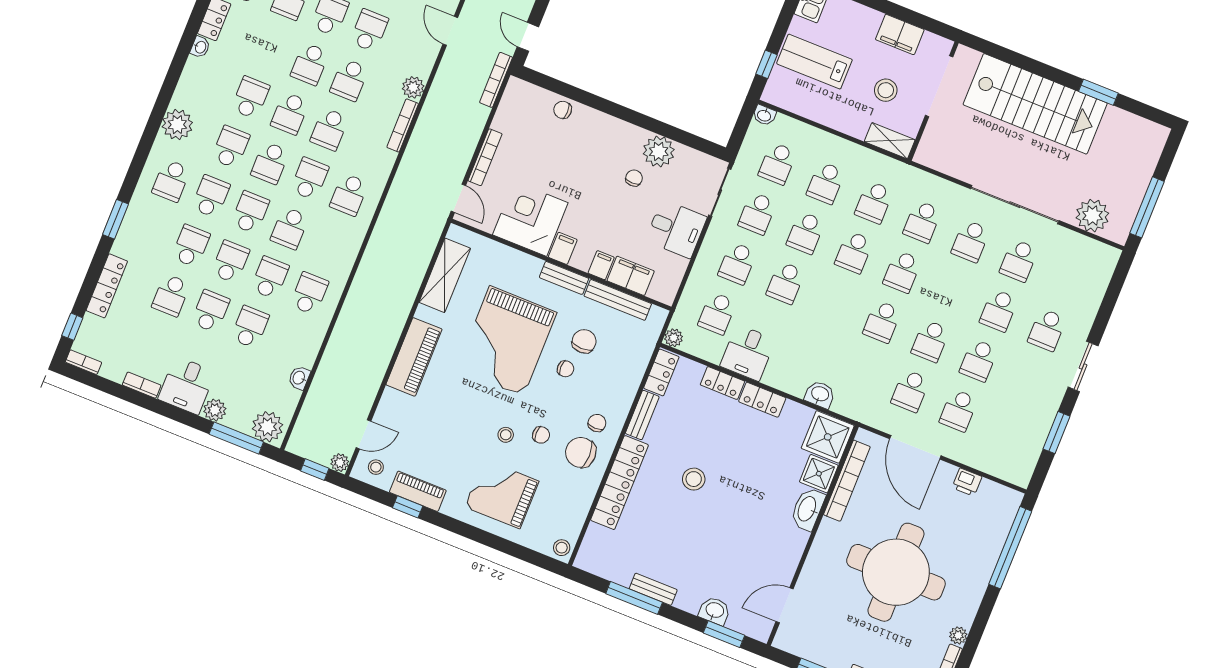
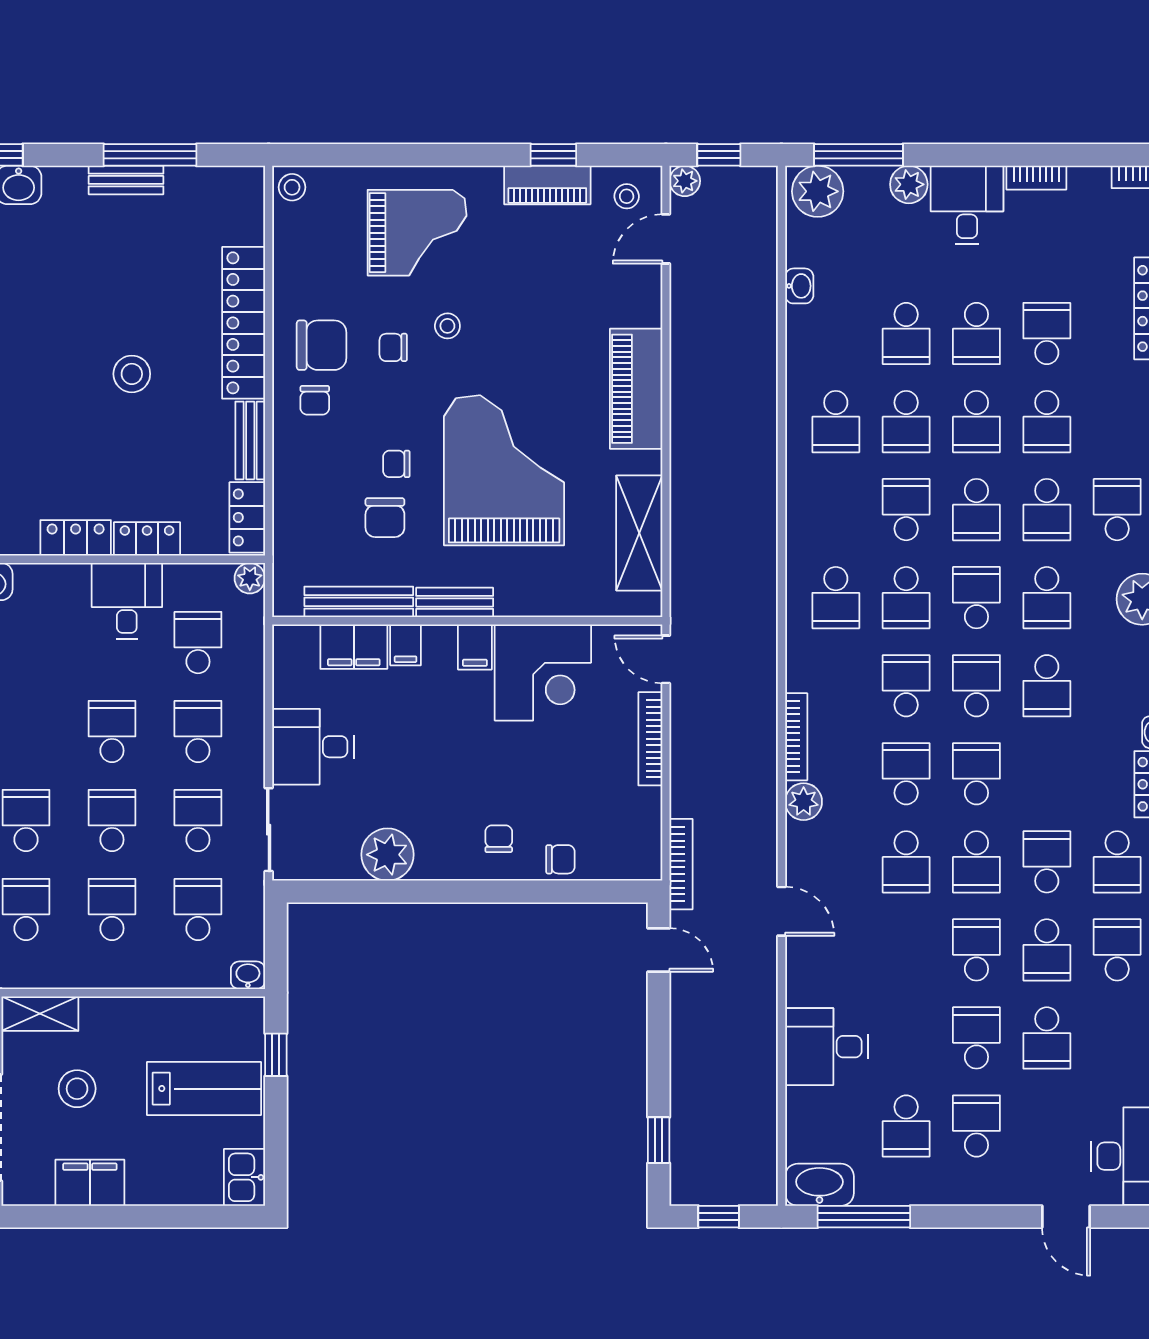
chair: (634, 178) -> (499, 839), moved, turned 180
school desk: (349, 195) -> (836, 598), turned 180

